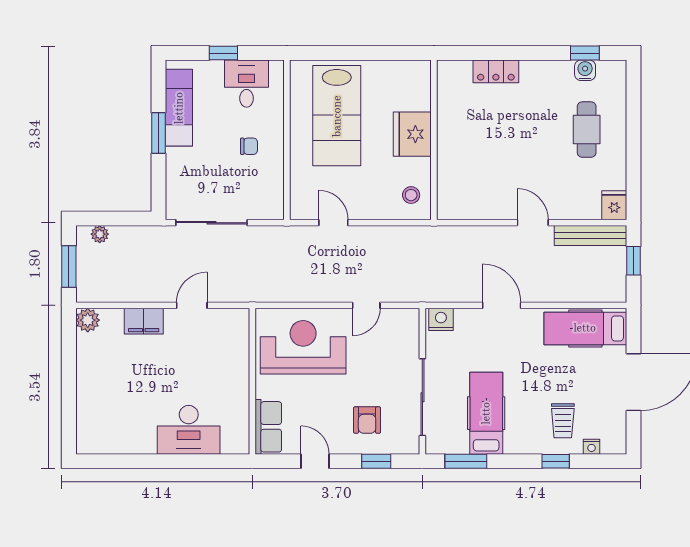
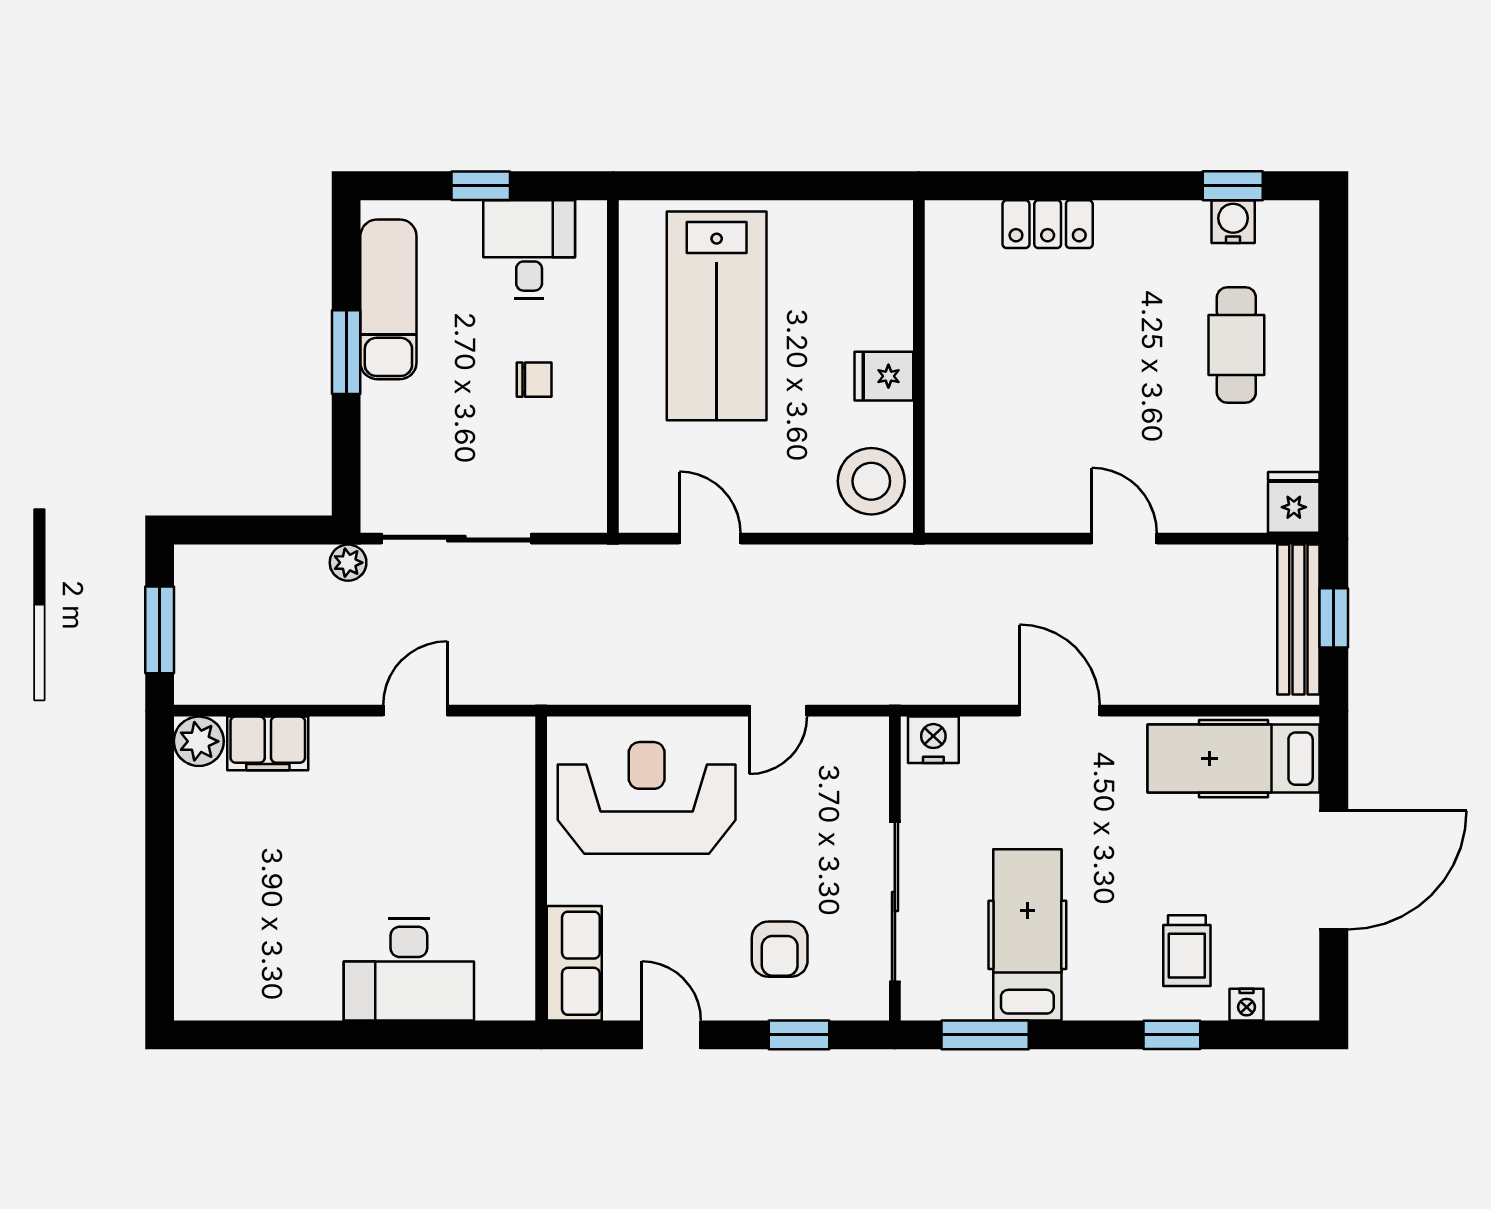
fridge: (412, 134) -> (884, 376), width x0.53, depth x0.75
stool: (411, 195) -> (871, 481), width x1.89, depth x1.89
plant: (100, 234) -> (348, 563), moved
bench: (590, 236) -> (1298, 620), moved, turned 90
filing cabinet: (144, 321) -> (268, 743), moved

